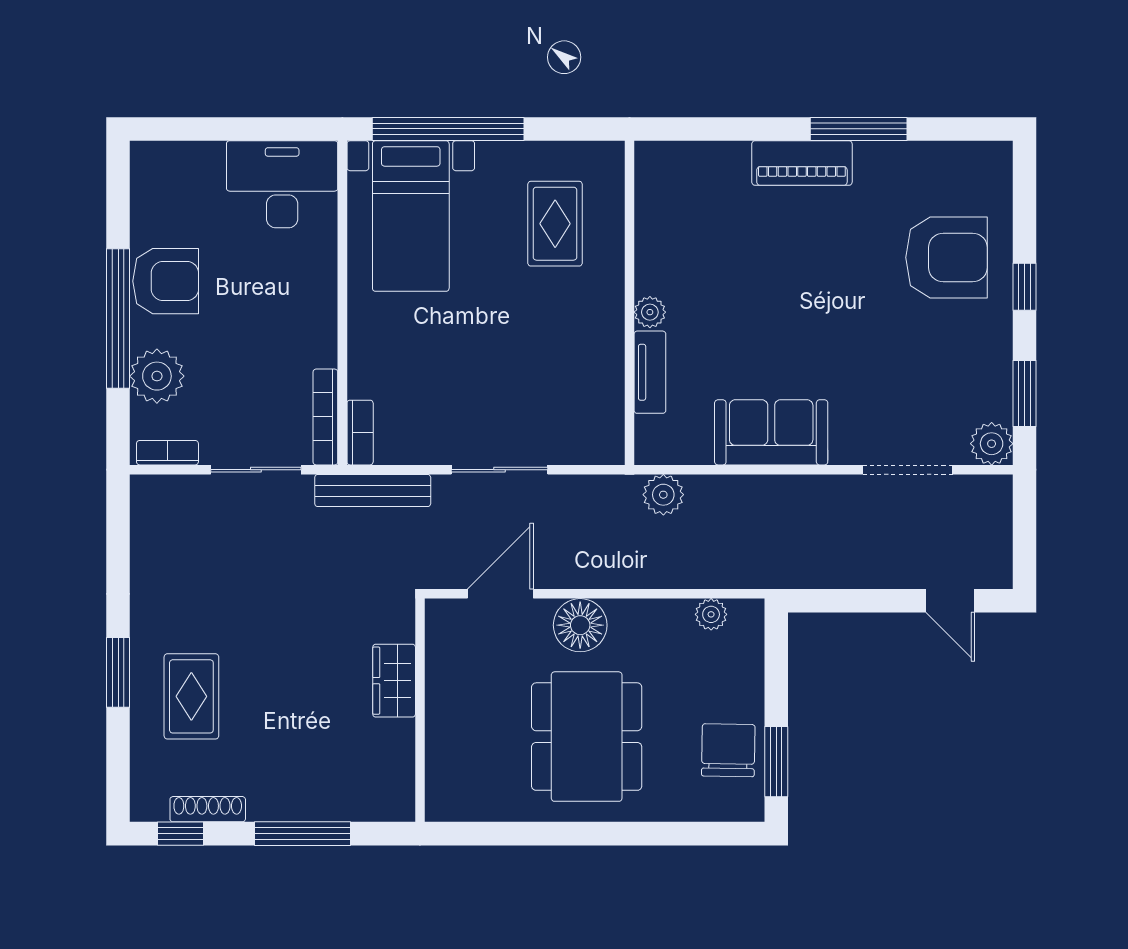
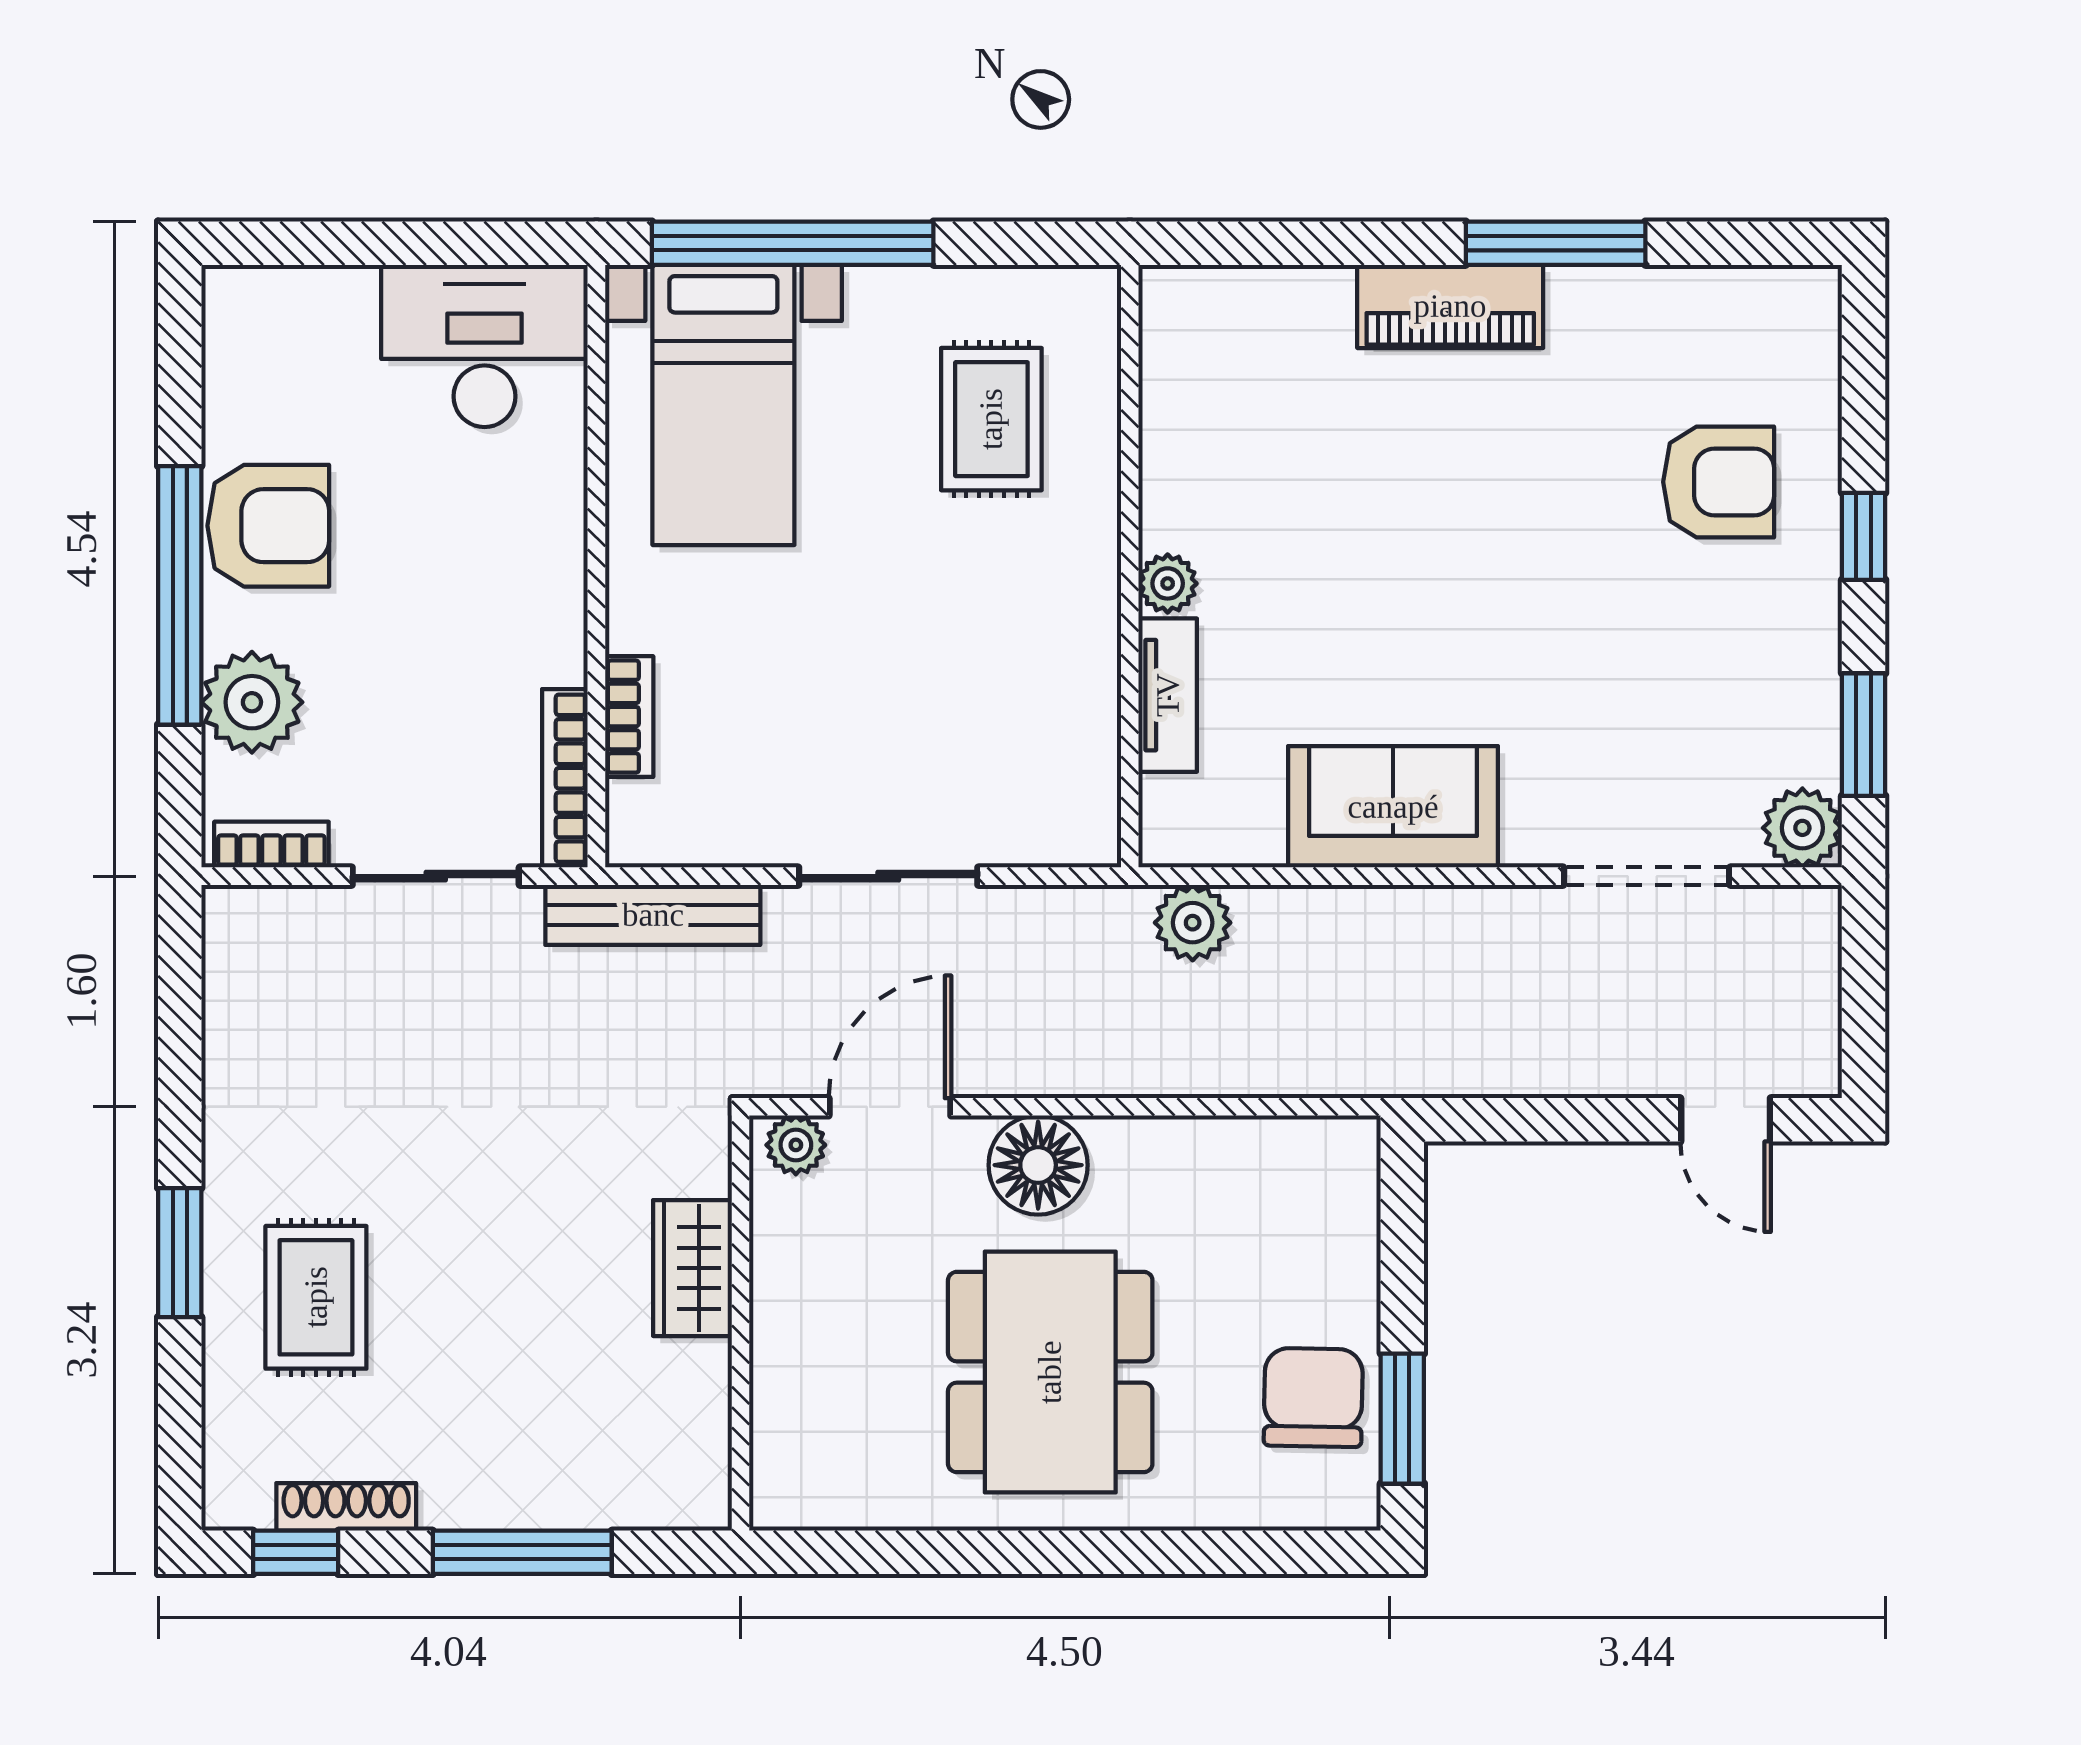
armchair: (946, 258) -> (1719, 482), width x0.73, depth x0.73
bookcase: (360, 433) -> (629, 717), moved
plant: (711, 614) -> (796, 1145), moved

